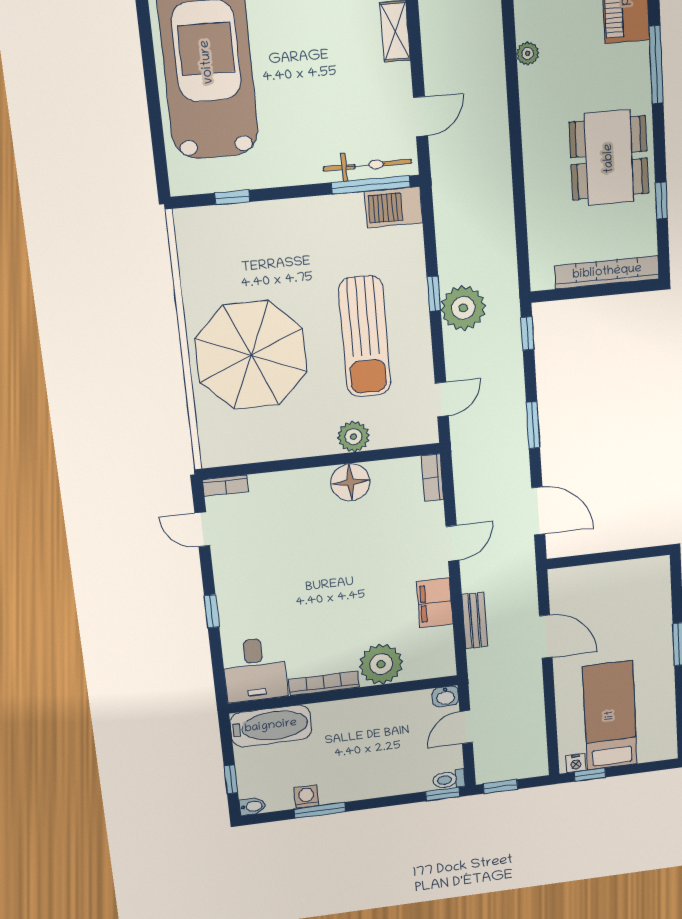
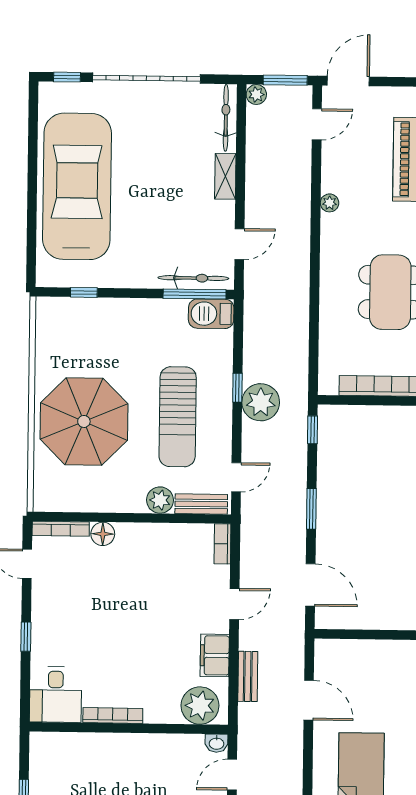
bench: (403, 435) -> (201, 504), added
floor lamp: (350, 482) -> (103, 534), moved, width x0.73, depth x0.73
bookcase: (225, 486) -> (61, 529), width x1.56
plant: (381, 664) -> (200, 706), moved
bathtub: (271, 726) -> (63, 748), removed

